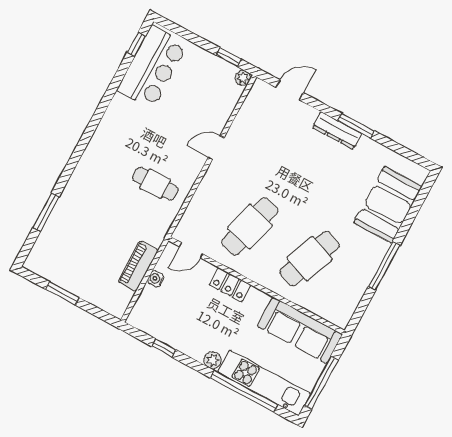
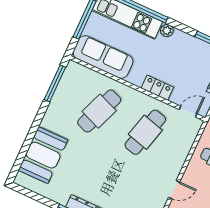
window: (384, 266) -> (55, 83), moved

